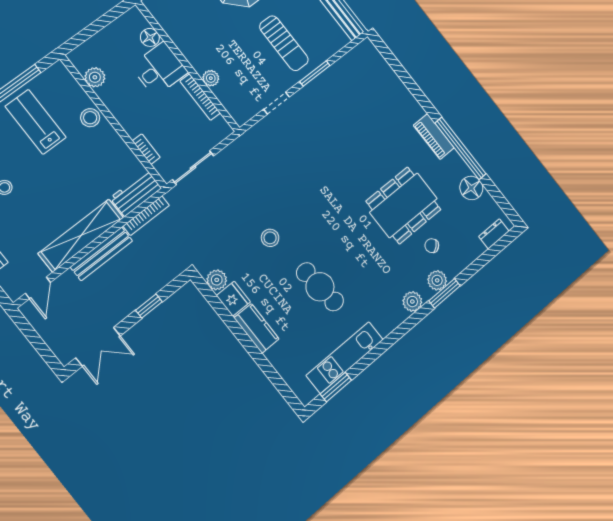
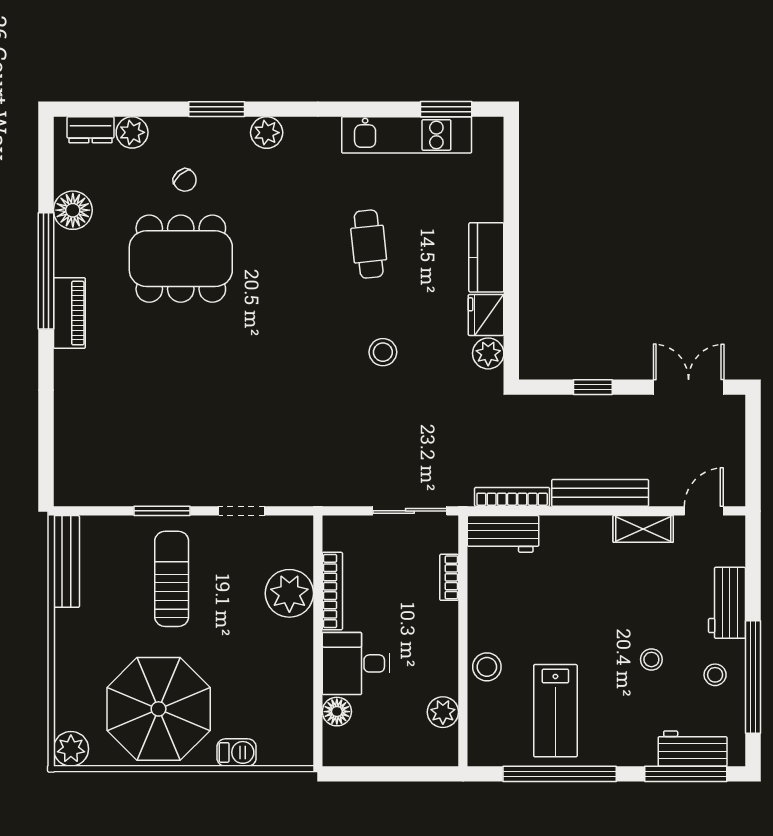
plant: (211, 78) -> (289, 593), width x1.88, depth x1.88
shelving: (81, 235) -> (643, 529), width x0.45, depth x0.75
plant: (437, 280) -> (132, 132), moved
cafe table: (320, 287) -> (369, 244), width x0.73, depth x0.74

